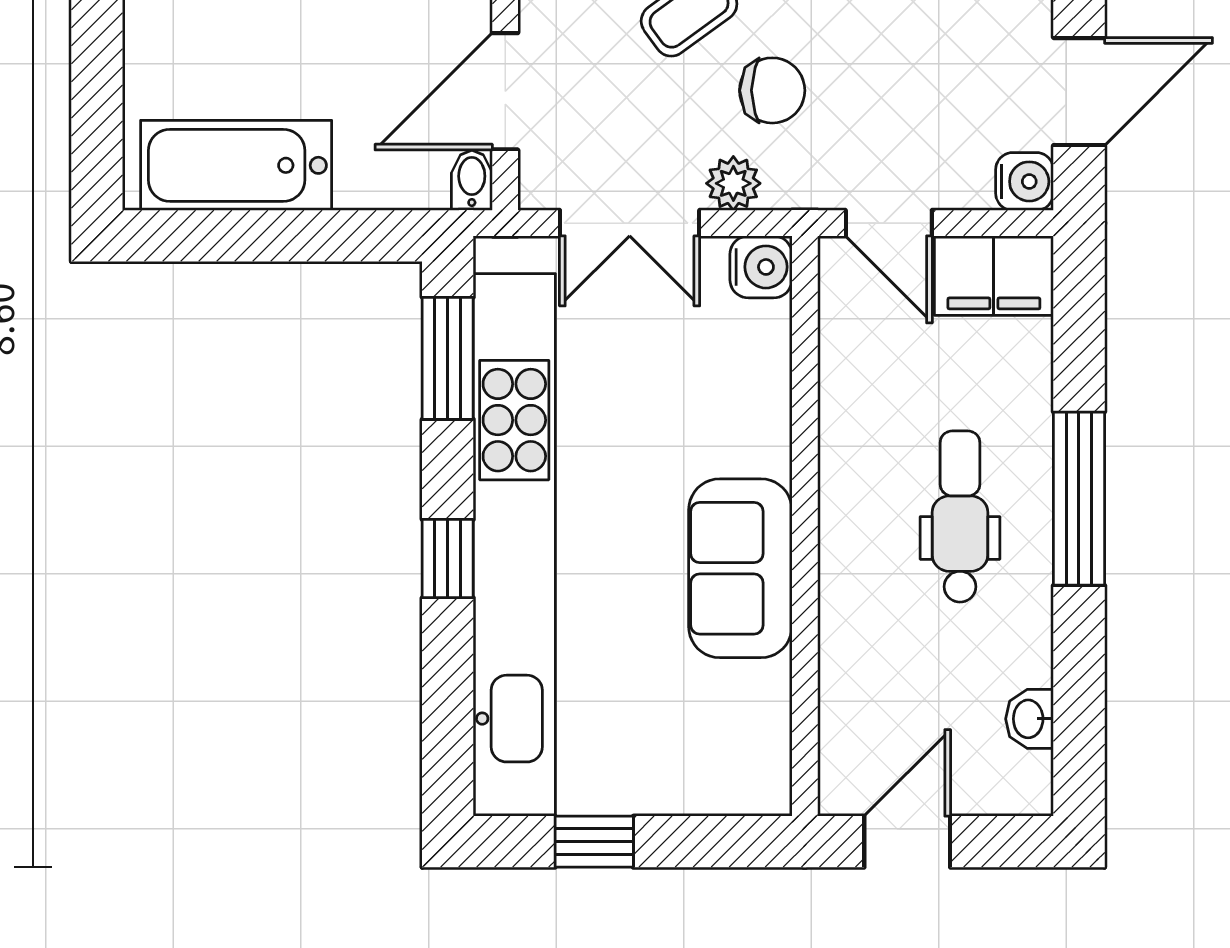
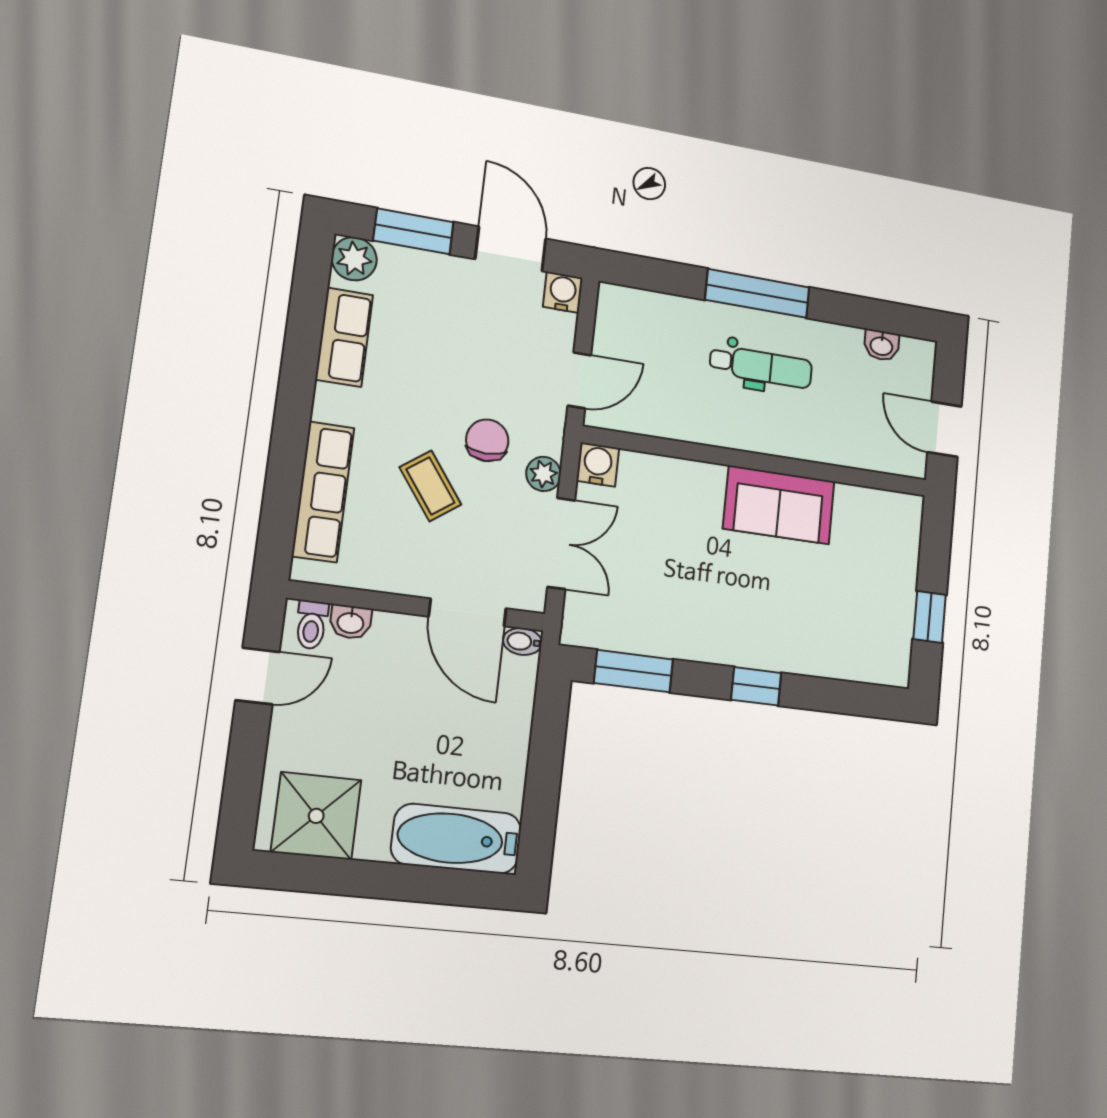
bathtub: (236, 165) -> (456, 839), moved, turned 90
filing cabinet: (994, 276) -> (619, 321), removed
dental chair: (960, 517) -> (761, 367), turned 180
kitchen unit: (514, 545) -> (752, 643), removed

